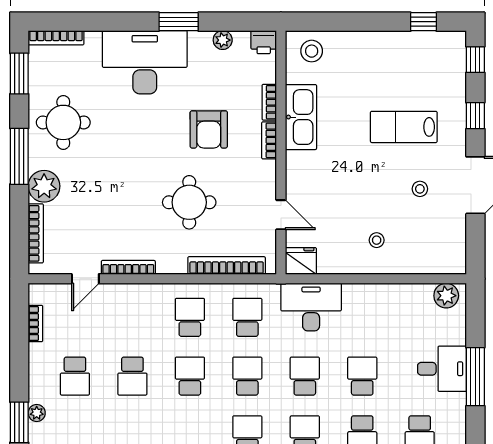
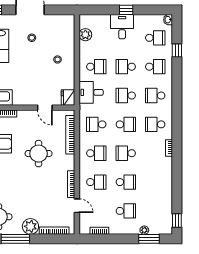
door: (281, 215) -> (45, 108), swing flipped
plant: (446, 296) -> (85, 35), moved
desk: (311, 307) -> (91, 92), width x0.73
school desk: (132, 317) -> (96, 182), added
school desk: (190, 317) -> (96, 153), turned 180
school desk: (362, 317) -> (96, 67), added
school desk: (247, 376) -> (126, 124), turned 180
window: (475, 377) -> (126, 10), width x0.46

